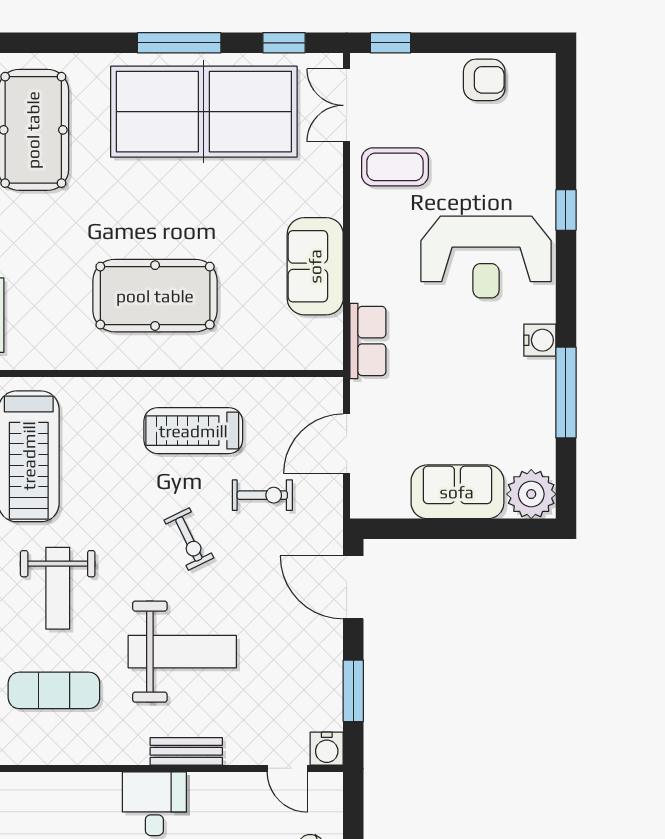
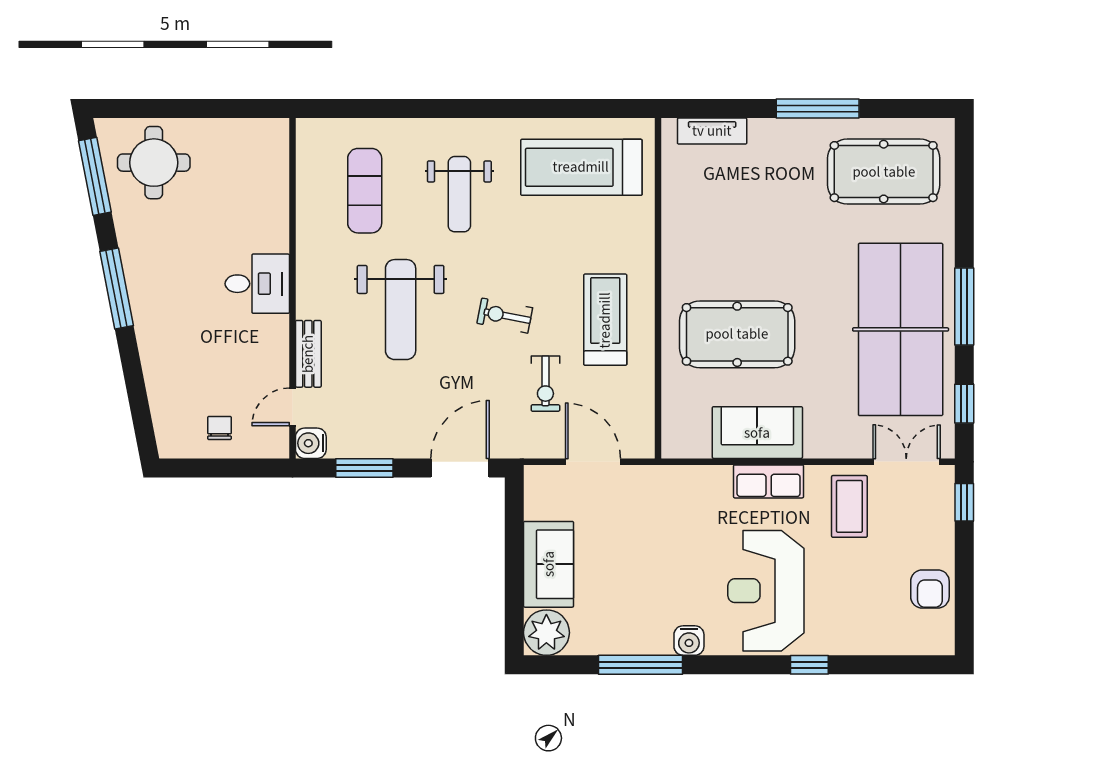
pool table: (155, 296) -> (737, 334), moved, turned 90
row of seats: (368, 341) -> (769, 481), moved
exercise bike: (189, 539) -> (505, 316), turned 37
weight bench: (58, 588) -> (459, 194), turned -90
bench: (186, 751) -> (308, 354), moved

